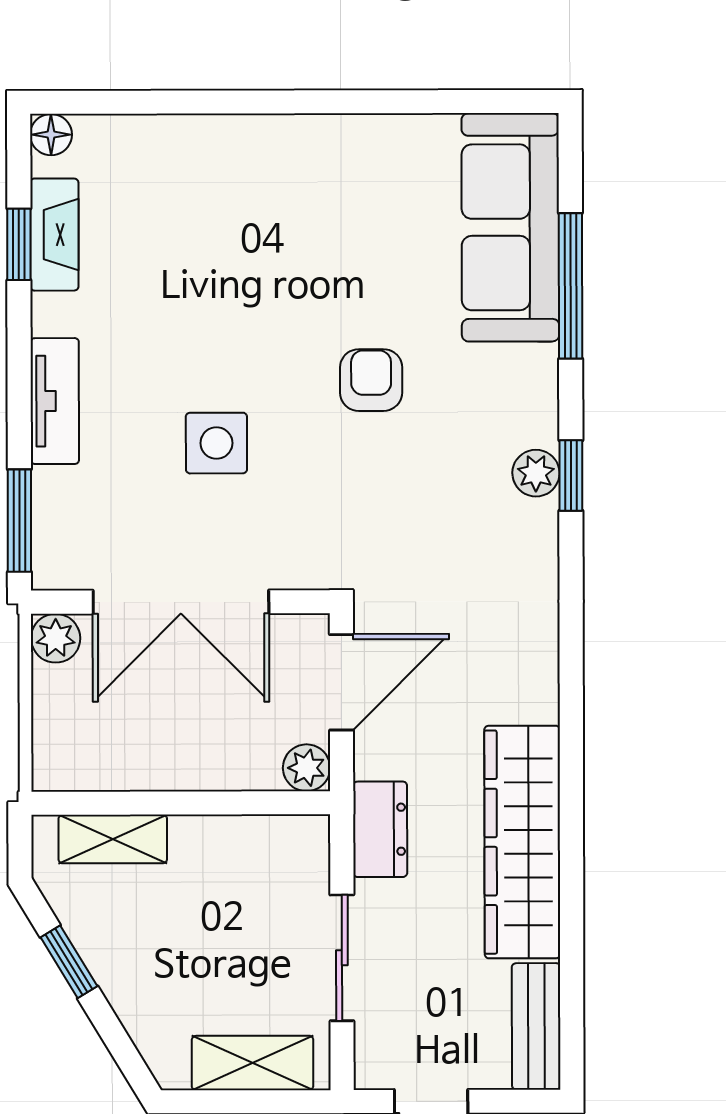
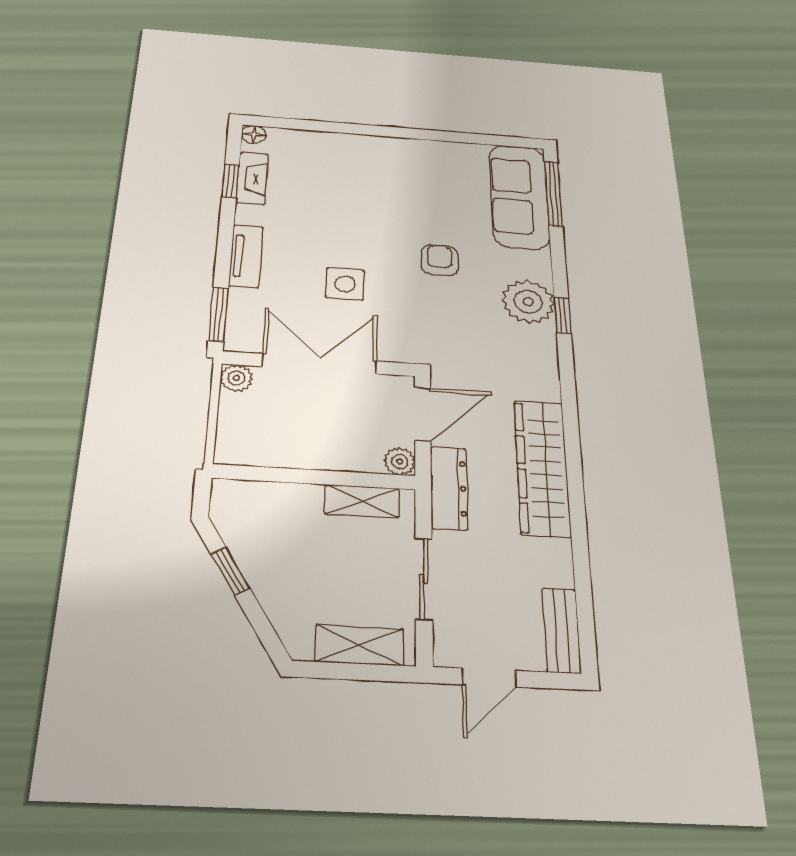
window: (571, 286) -> (553, 194), moved
plant: (536, 473) -> (528, 302), width x1.88, depth x1.88
double door: (181, 602) -> (319, 364), swing flipped
dresser: (380, 829) -> (449, 488), width x1.44
shelving: (113, 839) -> (362, 501), moved
wardrobe: (522, 842) -> (542, 467), moved

